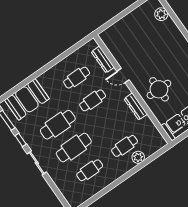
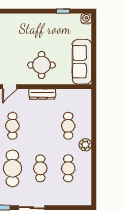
cafe table: (74, 148) -> (40, 168), width x0.73, depth x0.74
plant: (138, 157) -> (85, 145), moved

